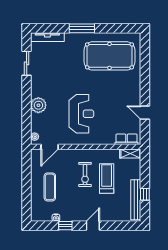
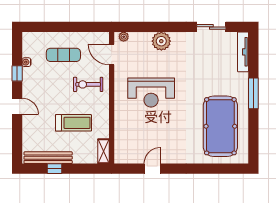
row of seats: (127, 139) -> (121, 147), removed
exercise bike: (85, 175) -> (88, 84), moved

